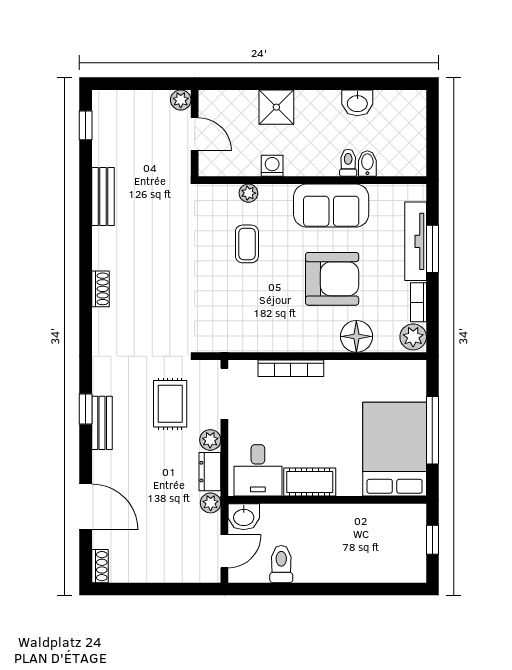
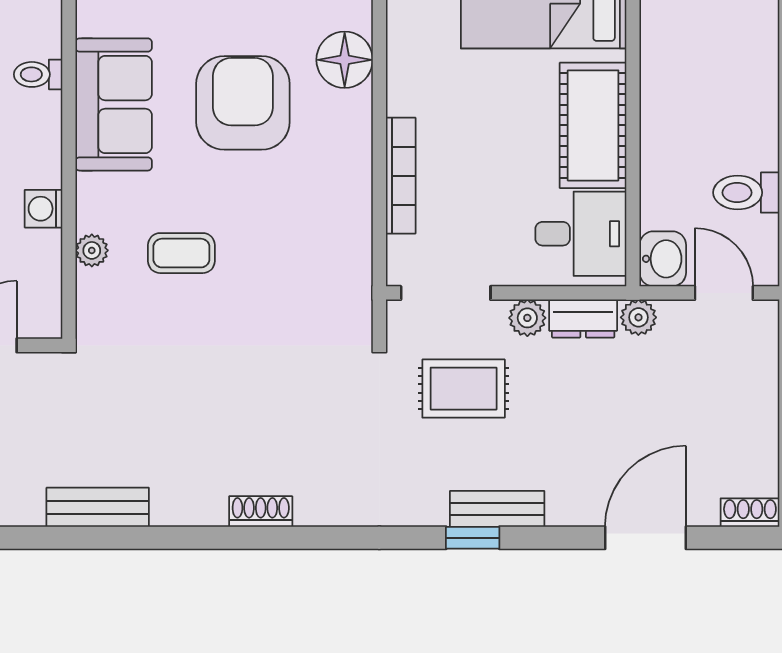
bidet: (367, 164) -> (40, 41), removed
cot: (310, 482) -> (593, 125), width x1.37, depth x1.34

